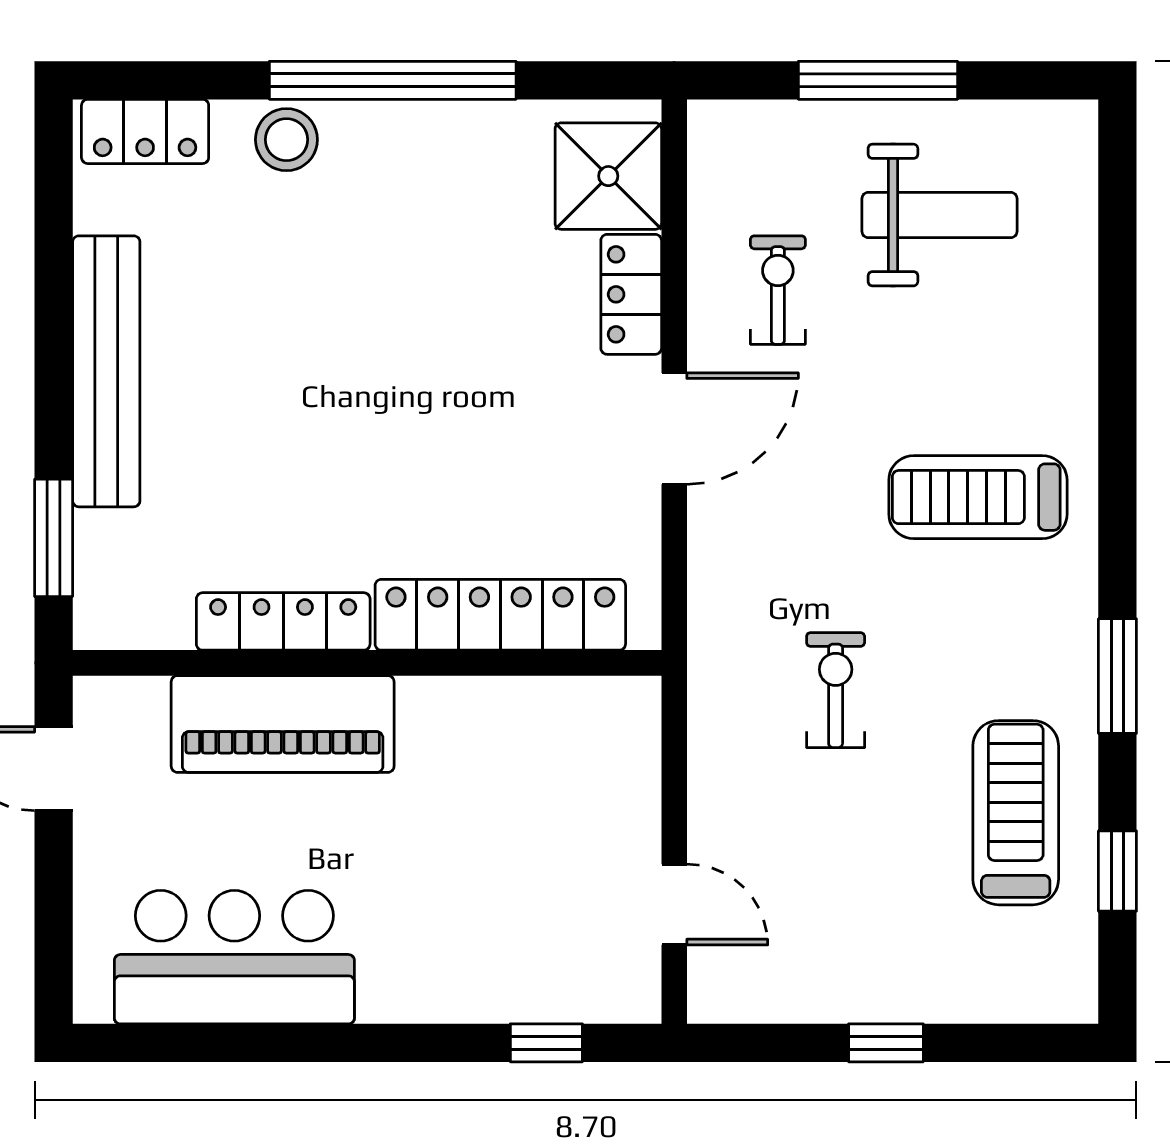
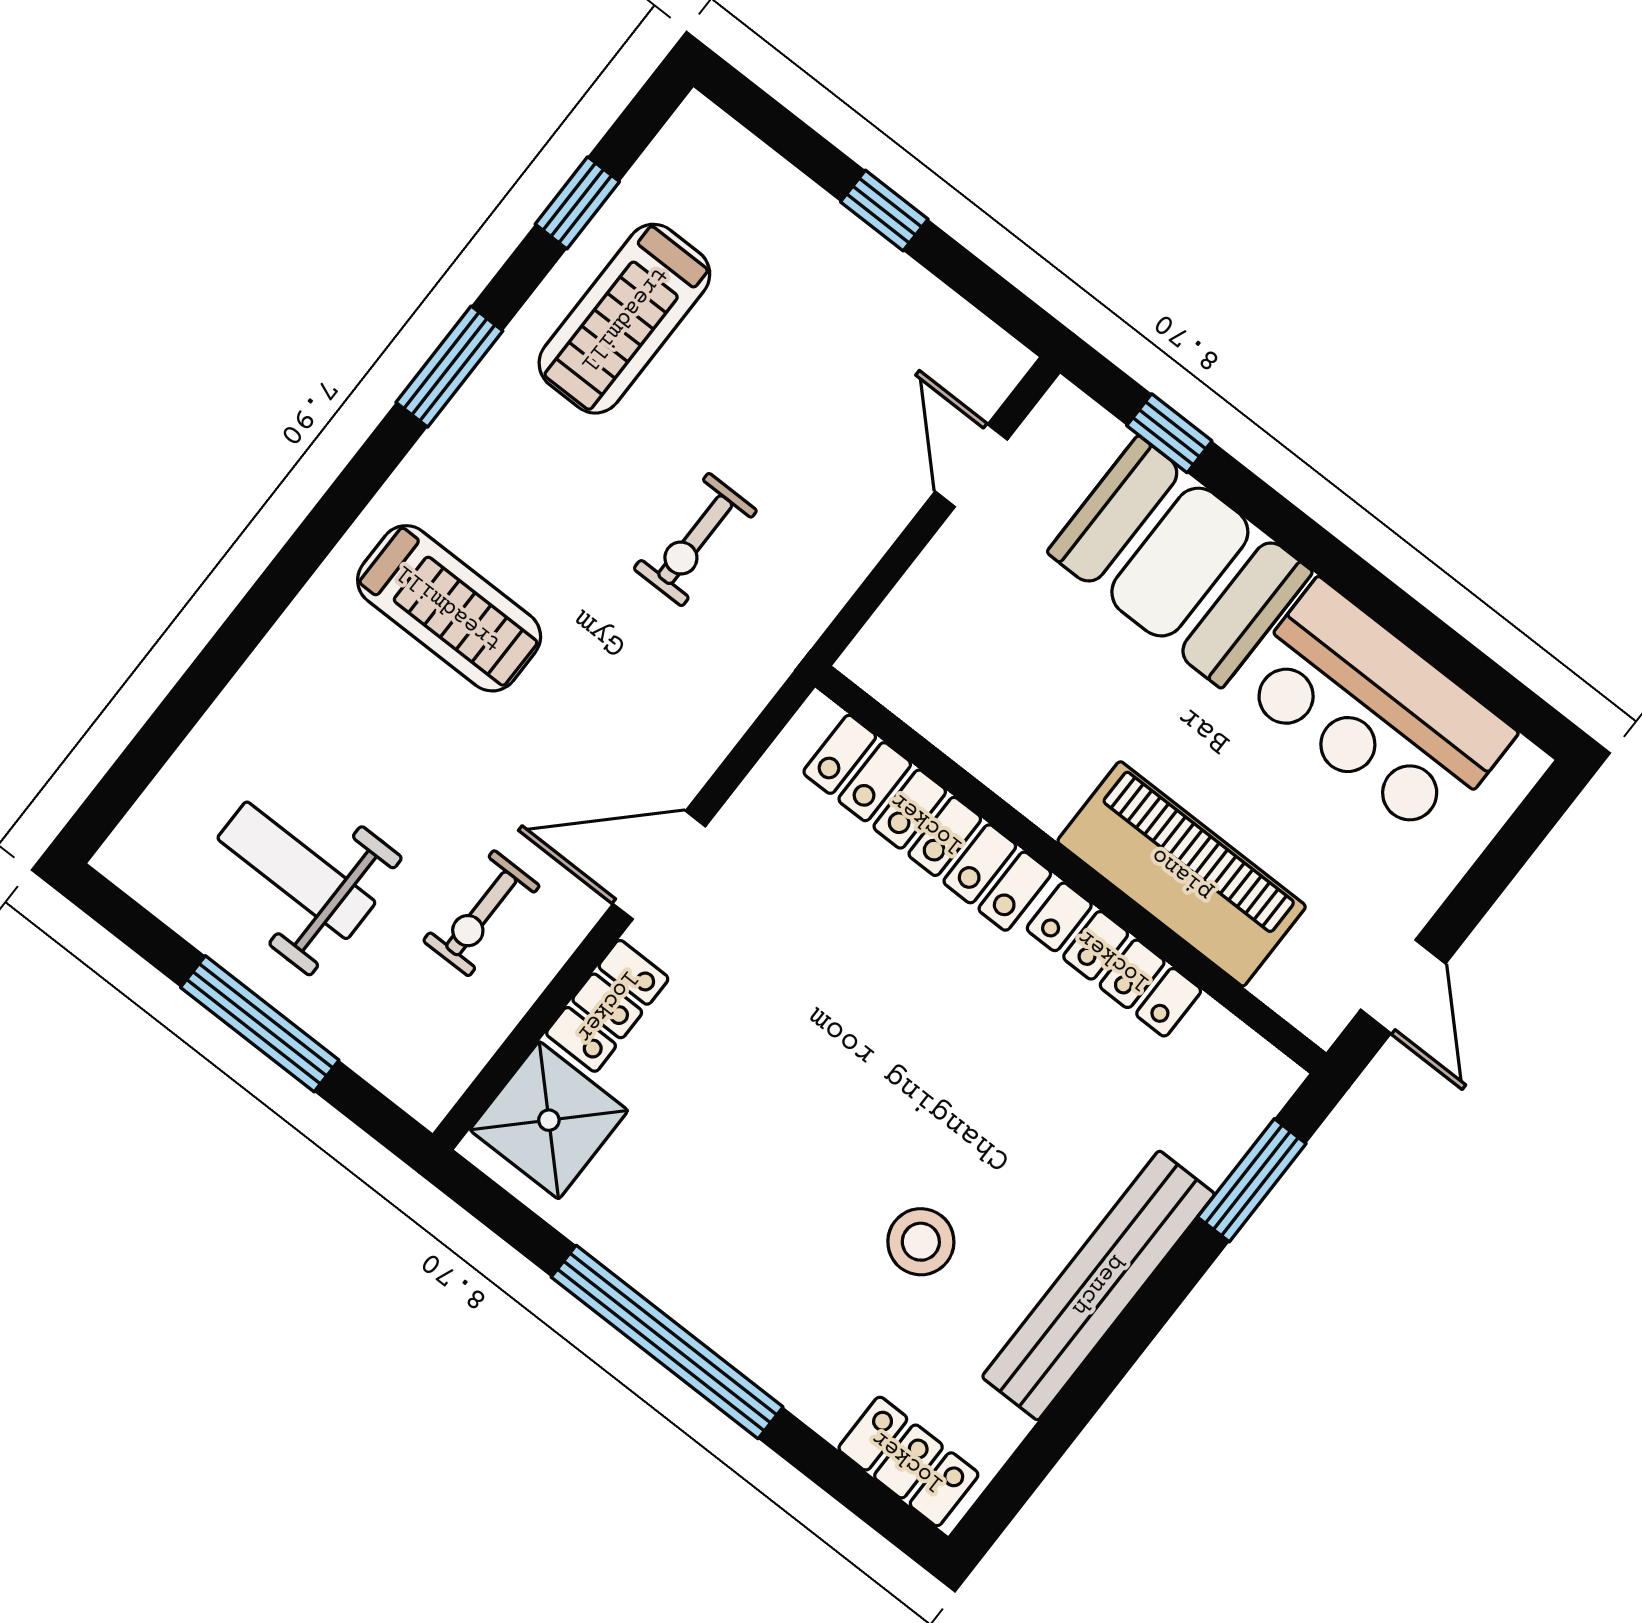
stool: (286, 140) -> (921, 1242), moved
booth: (464, 954) -> (1180, 562), added

